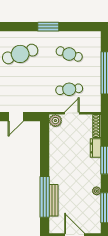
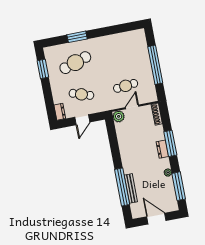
window: (48, 27) -> (77, 37), moved
cafe table: (69, 54) -> (81, 94), moved
dresser: (96, 148) -> (162, 149), moved

